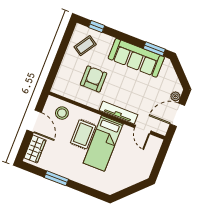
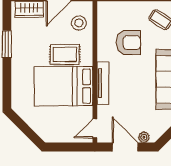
door: (143, 129) -> (95, 128), moved
bed: (103, 143) -> (63, 86), width x1.50

